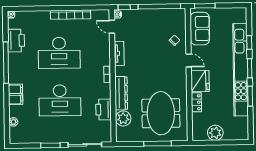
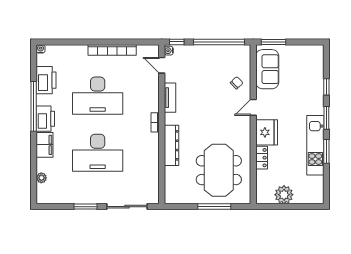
door: (189, 61) -> (253, 107), swing flipped
kitchen unit: (241, 70) -> (315, 145), width x0.54
printer: (103, 109) -> (45, 119), moved, turned 180
plant: (123, 118) -> (173, 176), removed

